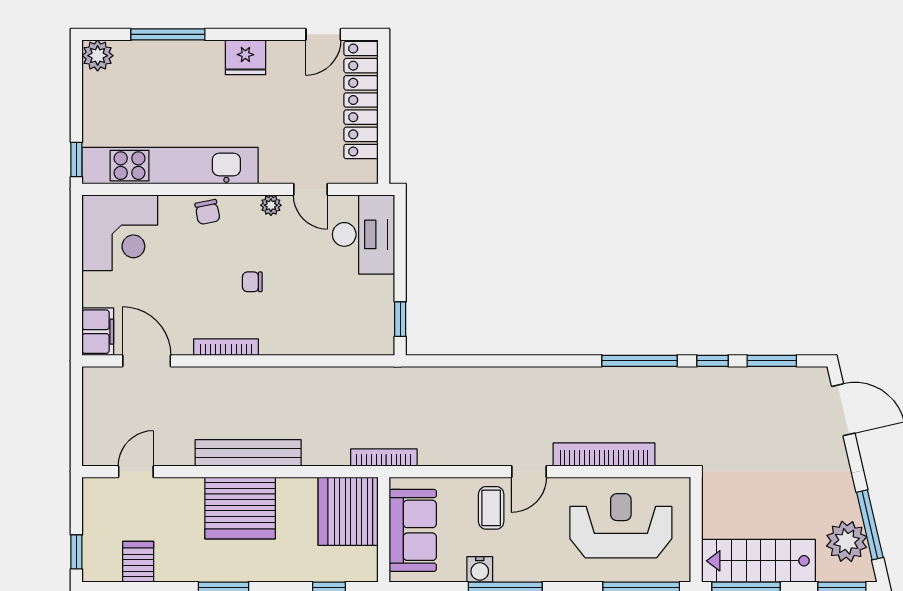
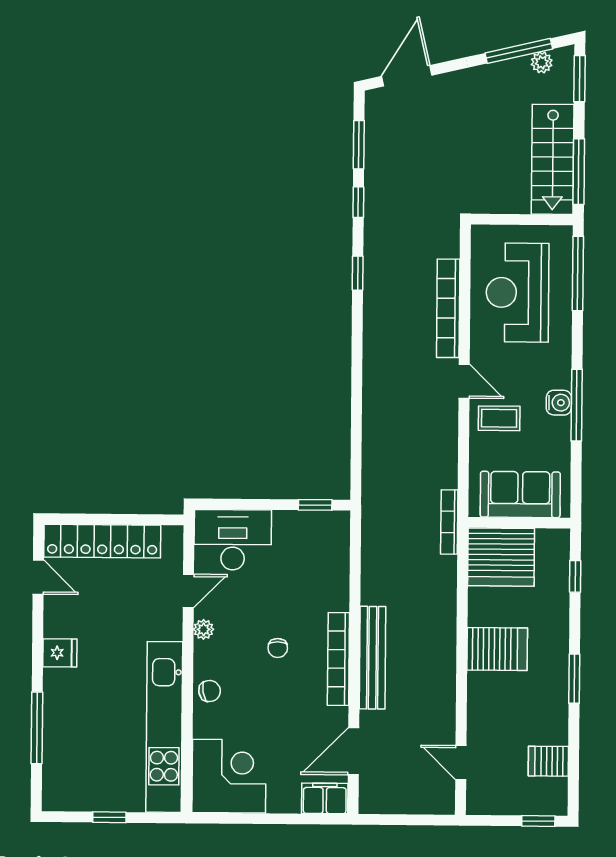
plant: (98, 56) -> (57, 796), removed
fridge: (245, 57) -> (60, 653), width x0.72
window: (76, 160) -> (109, 817), moved
bookcase: (226, 347) -> (338, 659), width x1.48, depth x1.31
window: (639, 361) -> (358, 273), width x0.46
bench: (248, 453) -> (372, 658), moved
server rack: (240, 508) -> (497, 649), width x0.62
plant: (847, 541) -> (542, 62), width x0.53, depth x0.53
water cooler: (480, 569) -> (559, 403), moved

